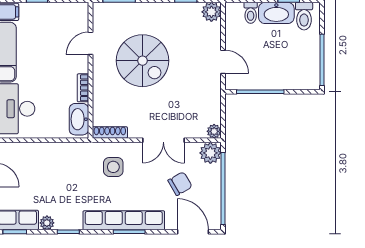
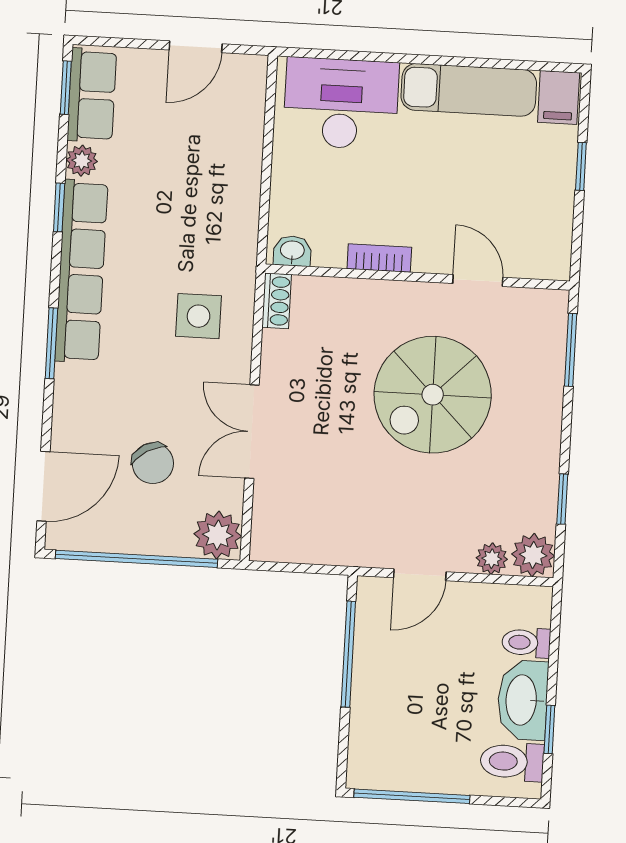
washbasin: (79, 119) -> (292, 251), width x0.52, depth x0.69
plant: (214, 131) -> (492, 559), moved
shoe rack: (110, 132) -> (277, 301), width x0.70
row of seats: (124, 220) -> (81, 271), moved

